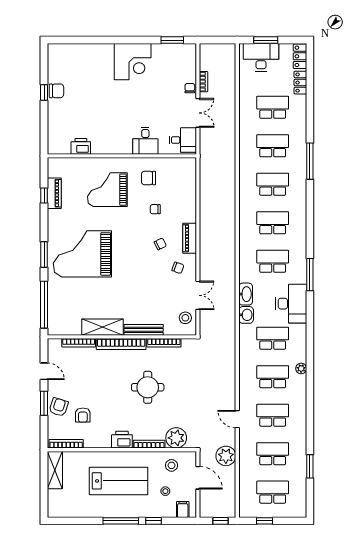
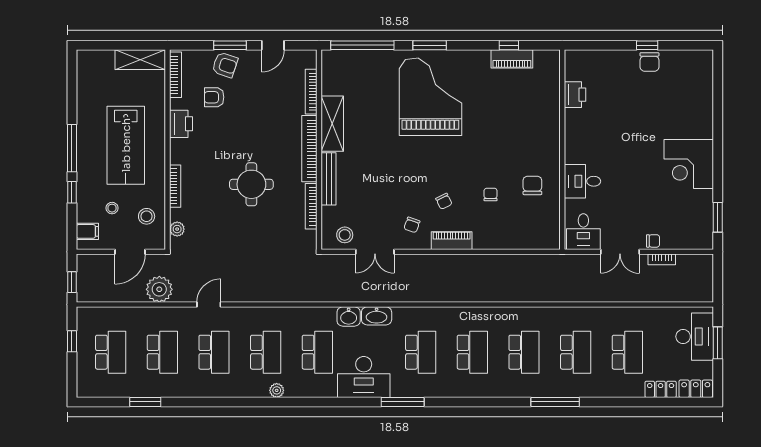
grand piano: (107, 190) -> (517, 130), removed
plant: (176, 438) -> (177, 229), width x0.53, depth x0.53
printer: (122, 440) -> (181, 124), moved

